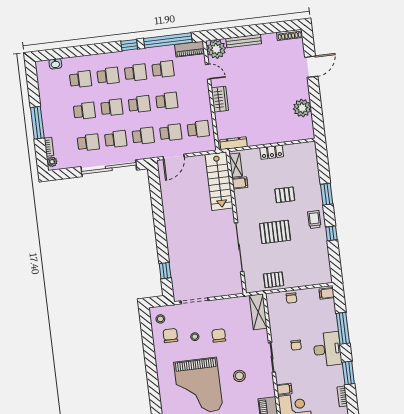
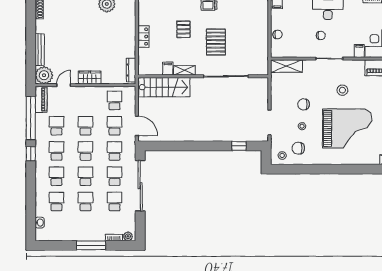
shelving: (236, 165) -> (184, 70), moved
pallet: (274, 280) -> (259, 49), removed

